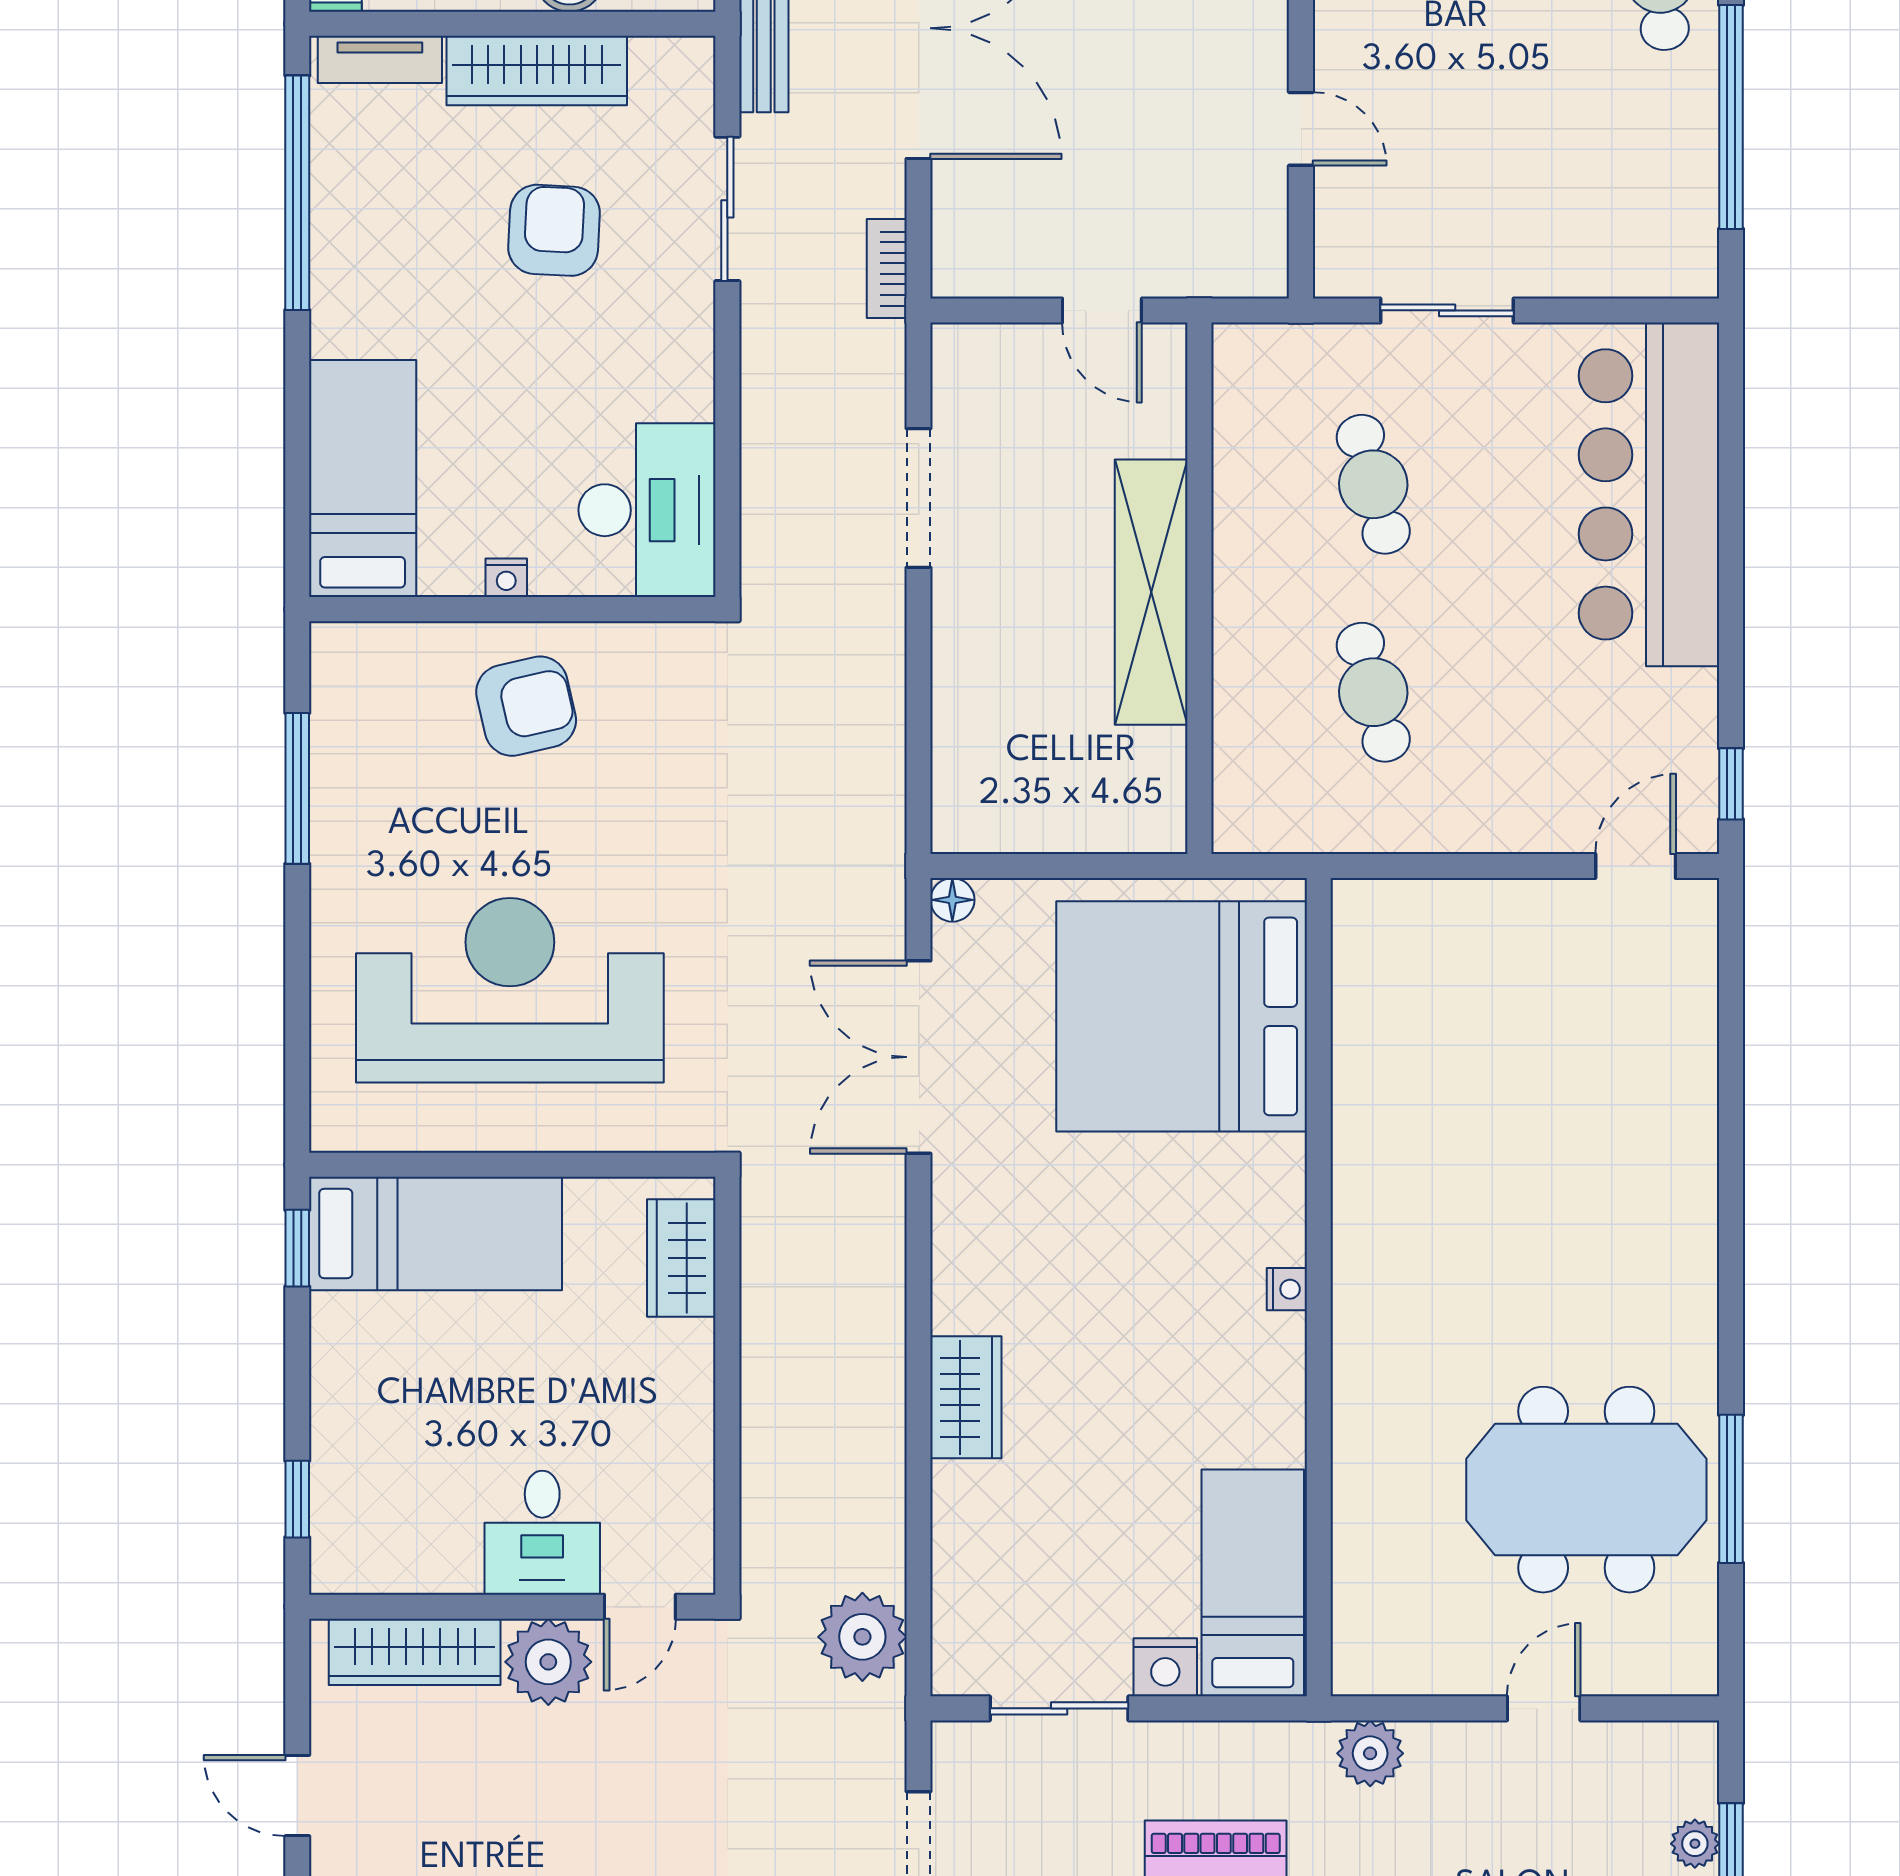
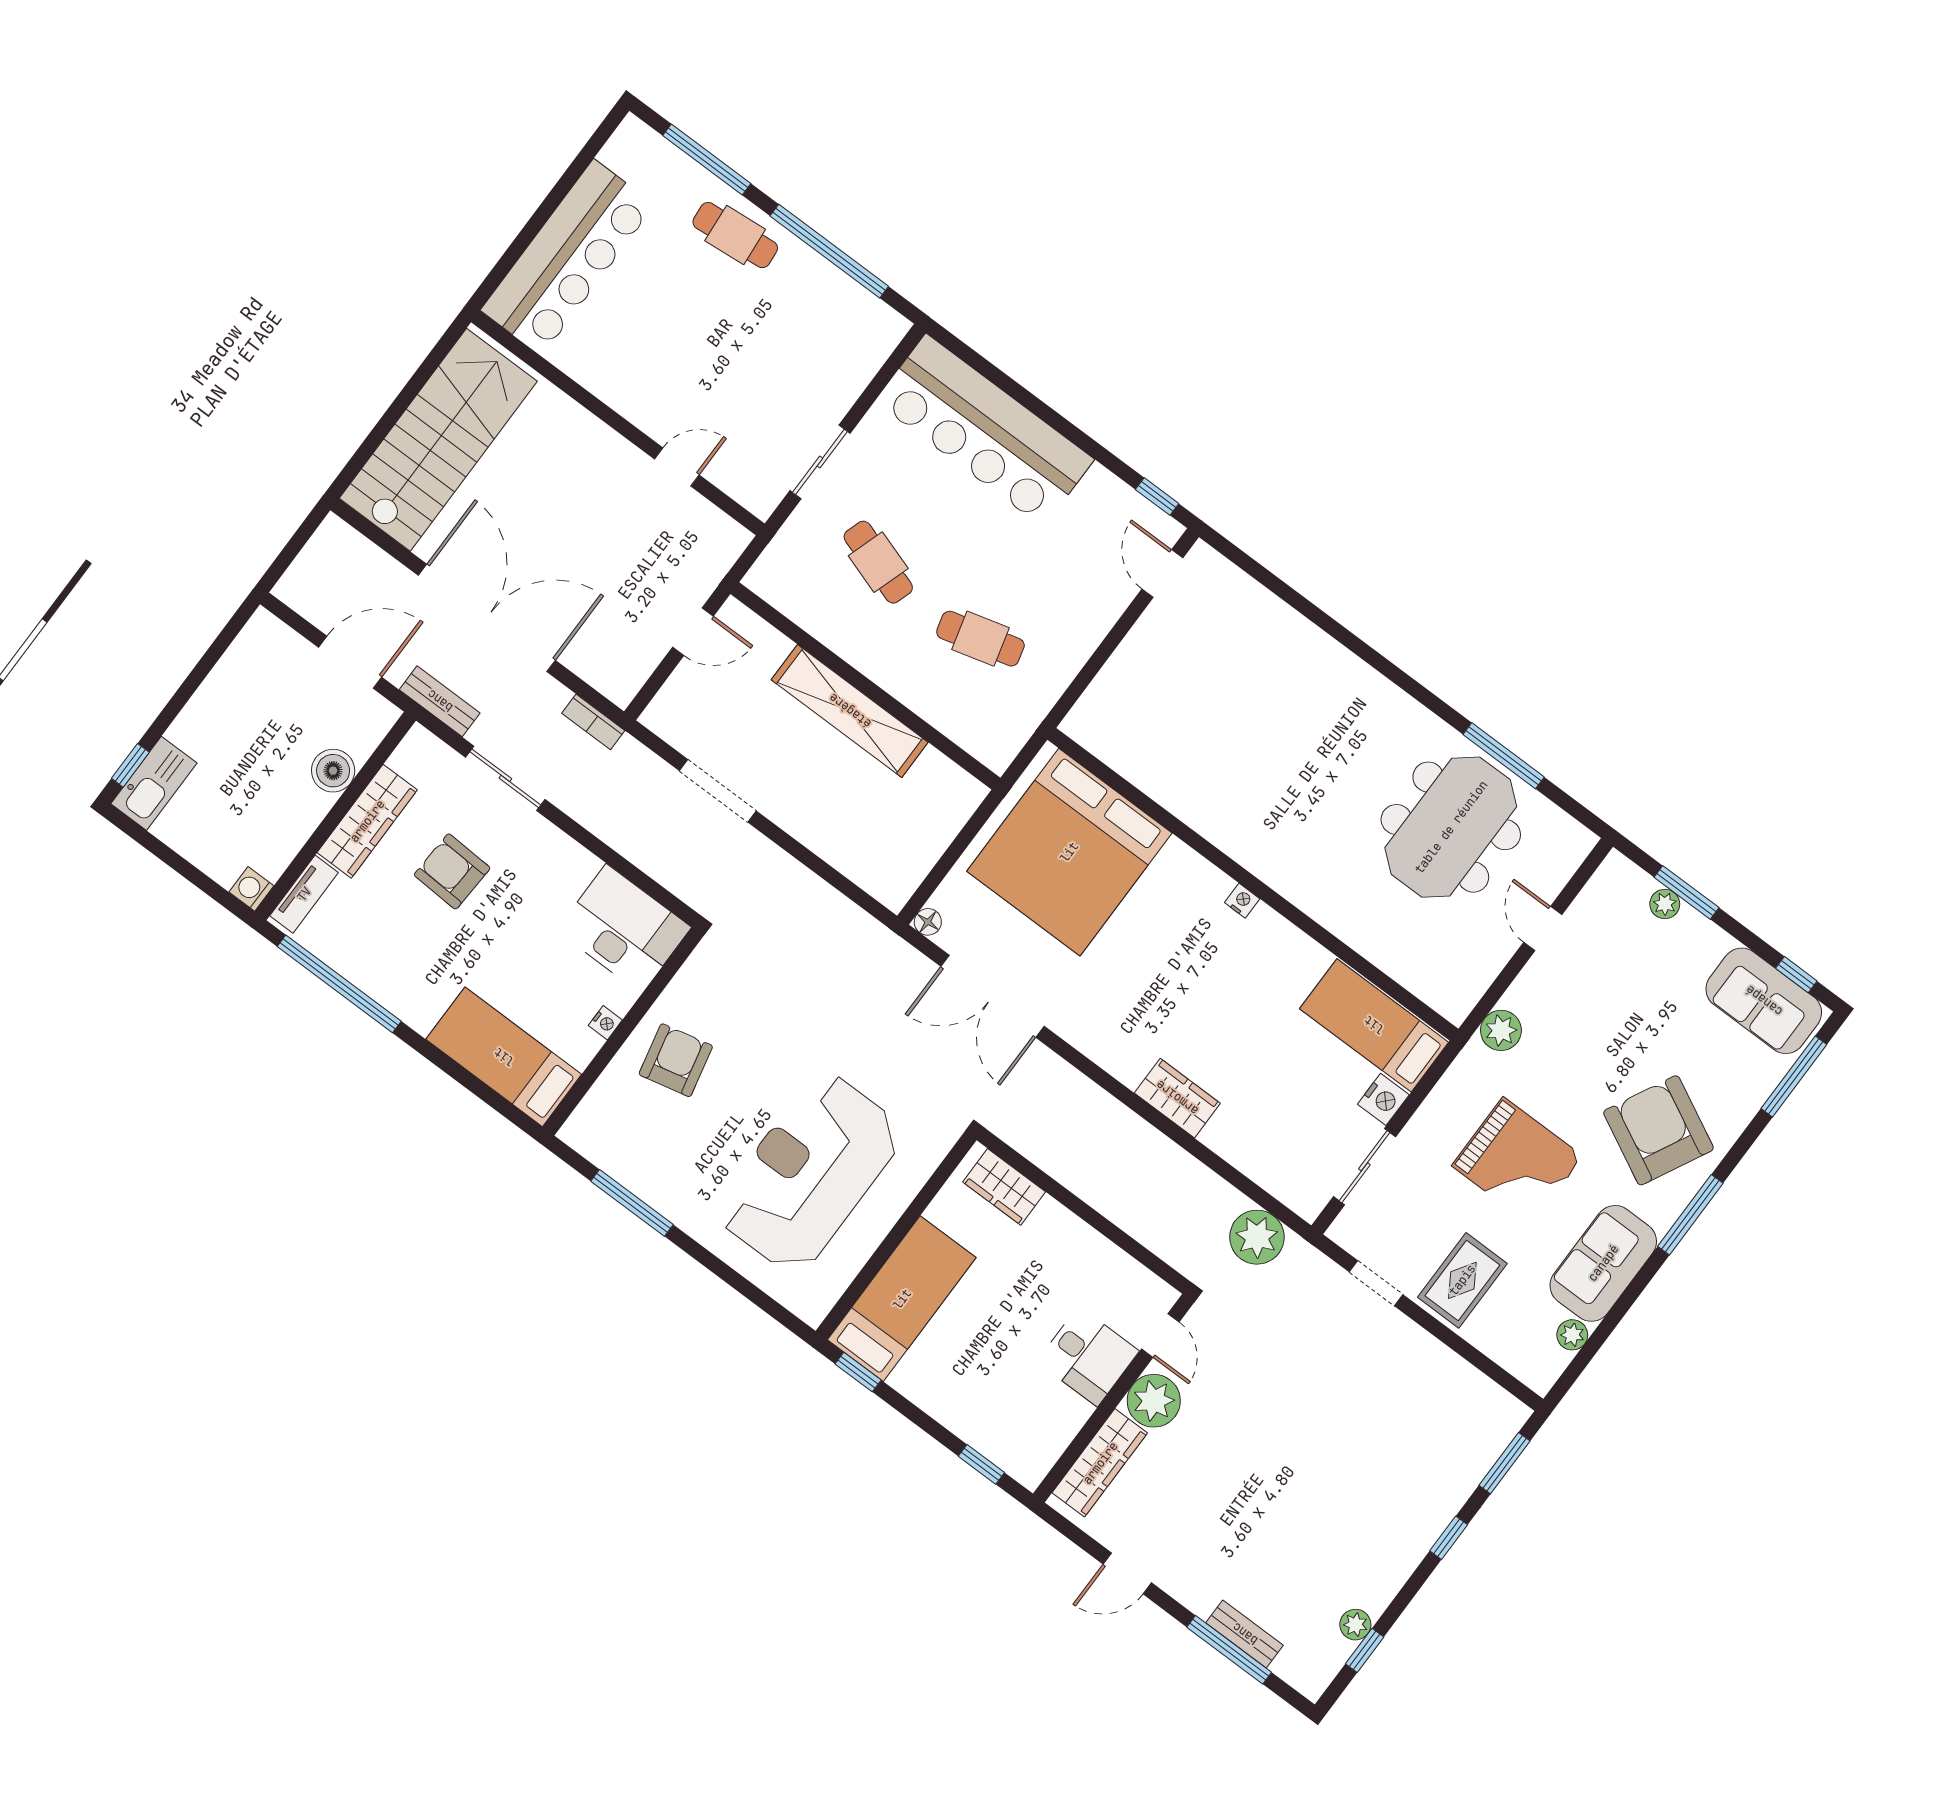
cafe table: (1373, 484) -> (878, 562), turned 33

